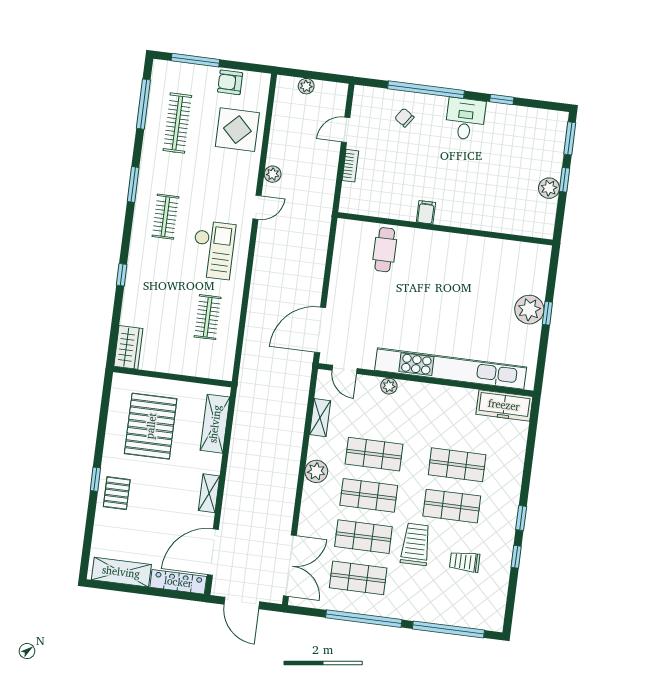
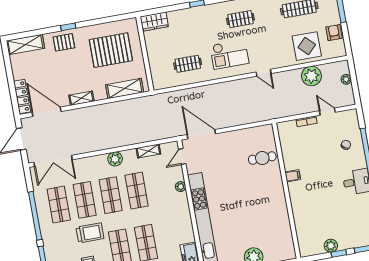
plant: (273, 174) -> (311, 76), moved, width x1.87, depth x1.87
shelving: (121, 572) -> (25, 44), moved, turned 90

